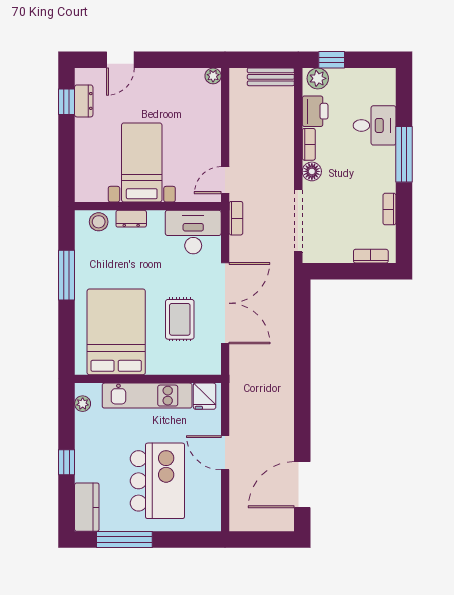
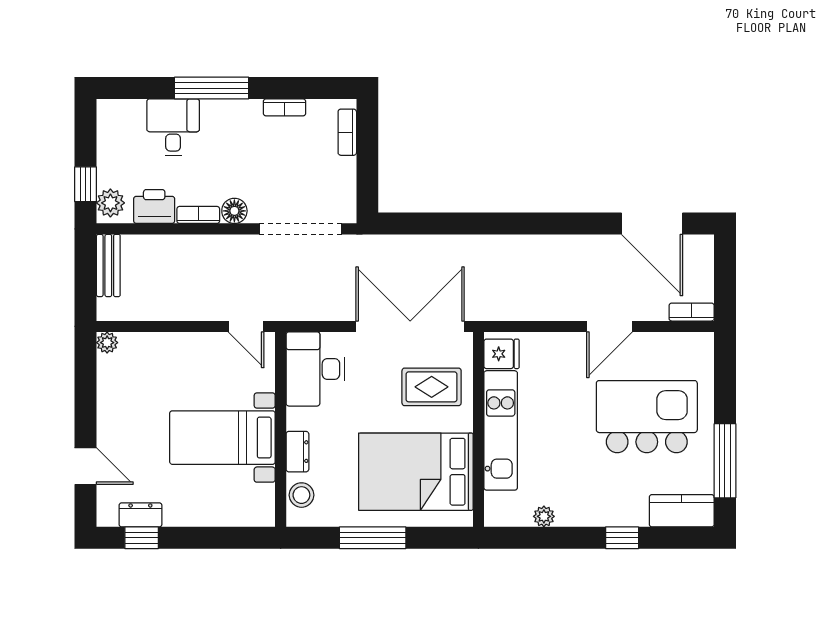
bookcase: (236, 218) -> (692, 312), moved
bed: (116, 332) -> (416, 472), moved
wall: (148, 379) -> (478, 429), moved
kitchen unit: (147, 396) -> (501, 430), moved
fridge: (205, 396) -> (501, 354), moved

